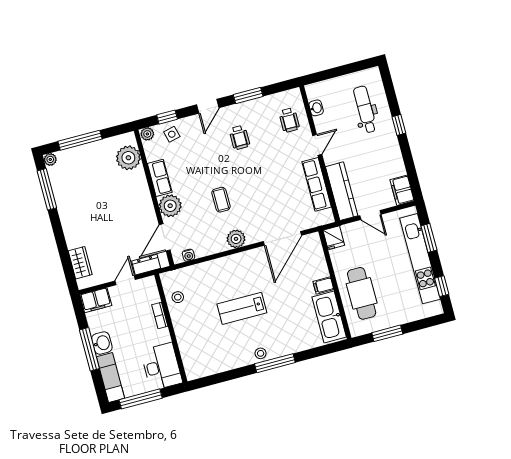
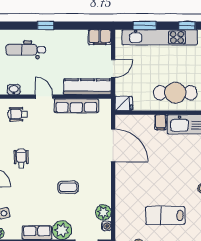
wheelchair: (289, 120) -> (18, 114), turned 180
wheelchair: (239, 137) -> (21, 159), turned -90
plant: (236, 239) -> (103, 212), moved
lab bench: (242, 308) -> (165, 216), moved, turned 90

